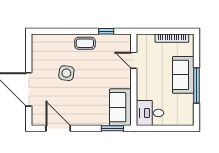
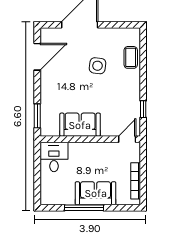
coffee table: (85, 43) -> (131, 57), moved
door: (134, 60) -> (127, 139), moved
sofa: (120, 107) -> (80, 125), moved

